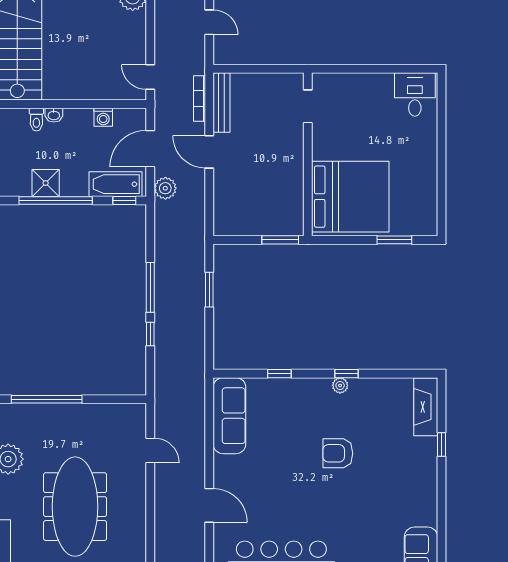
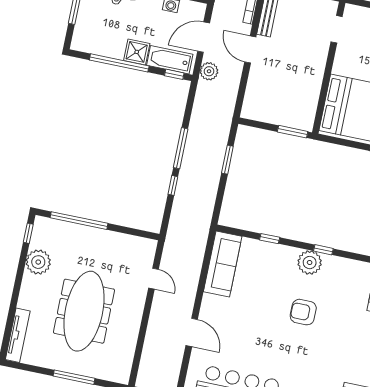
shower: (46, 183) -> (137, 52), moved
plant: (340, 385) -> (310, 263), width x1.88, depth x1.88

